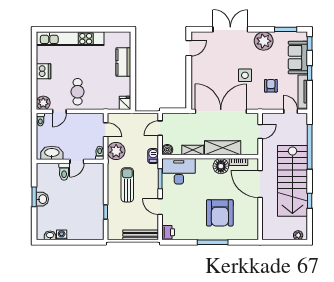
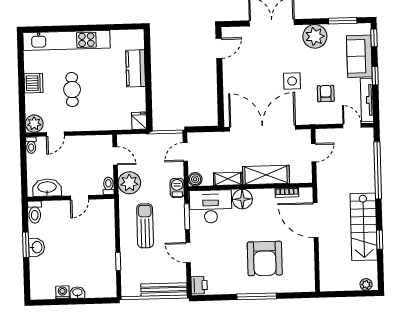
cafe table: (78, 92) -> (72, 90), moved
floor lamp: (221, 166) -> (242, 199), moved
toilet: (64, 172) -> (35, 212), moved
stairs: (292, 181) -> (364, 227), width x0.73, depth x0.66
washbasin: (50, 235) -> (77, 293), moved

